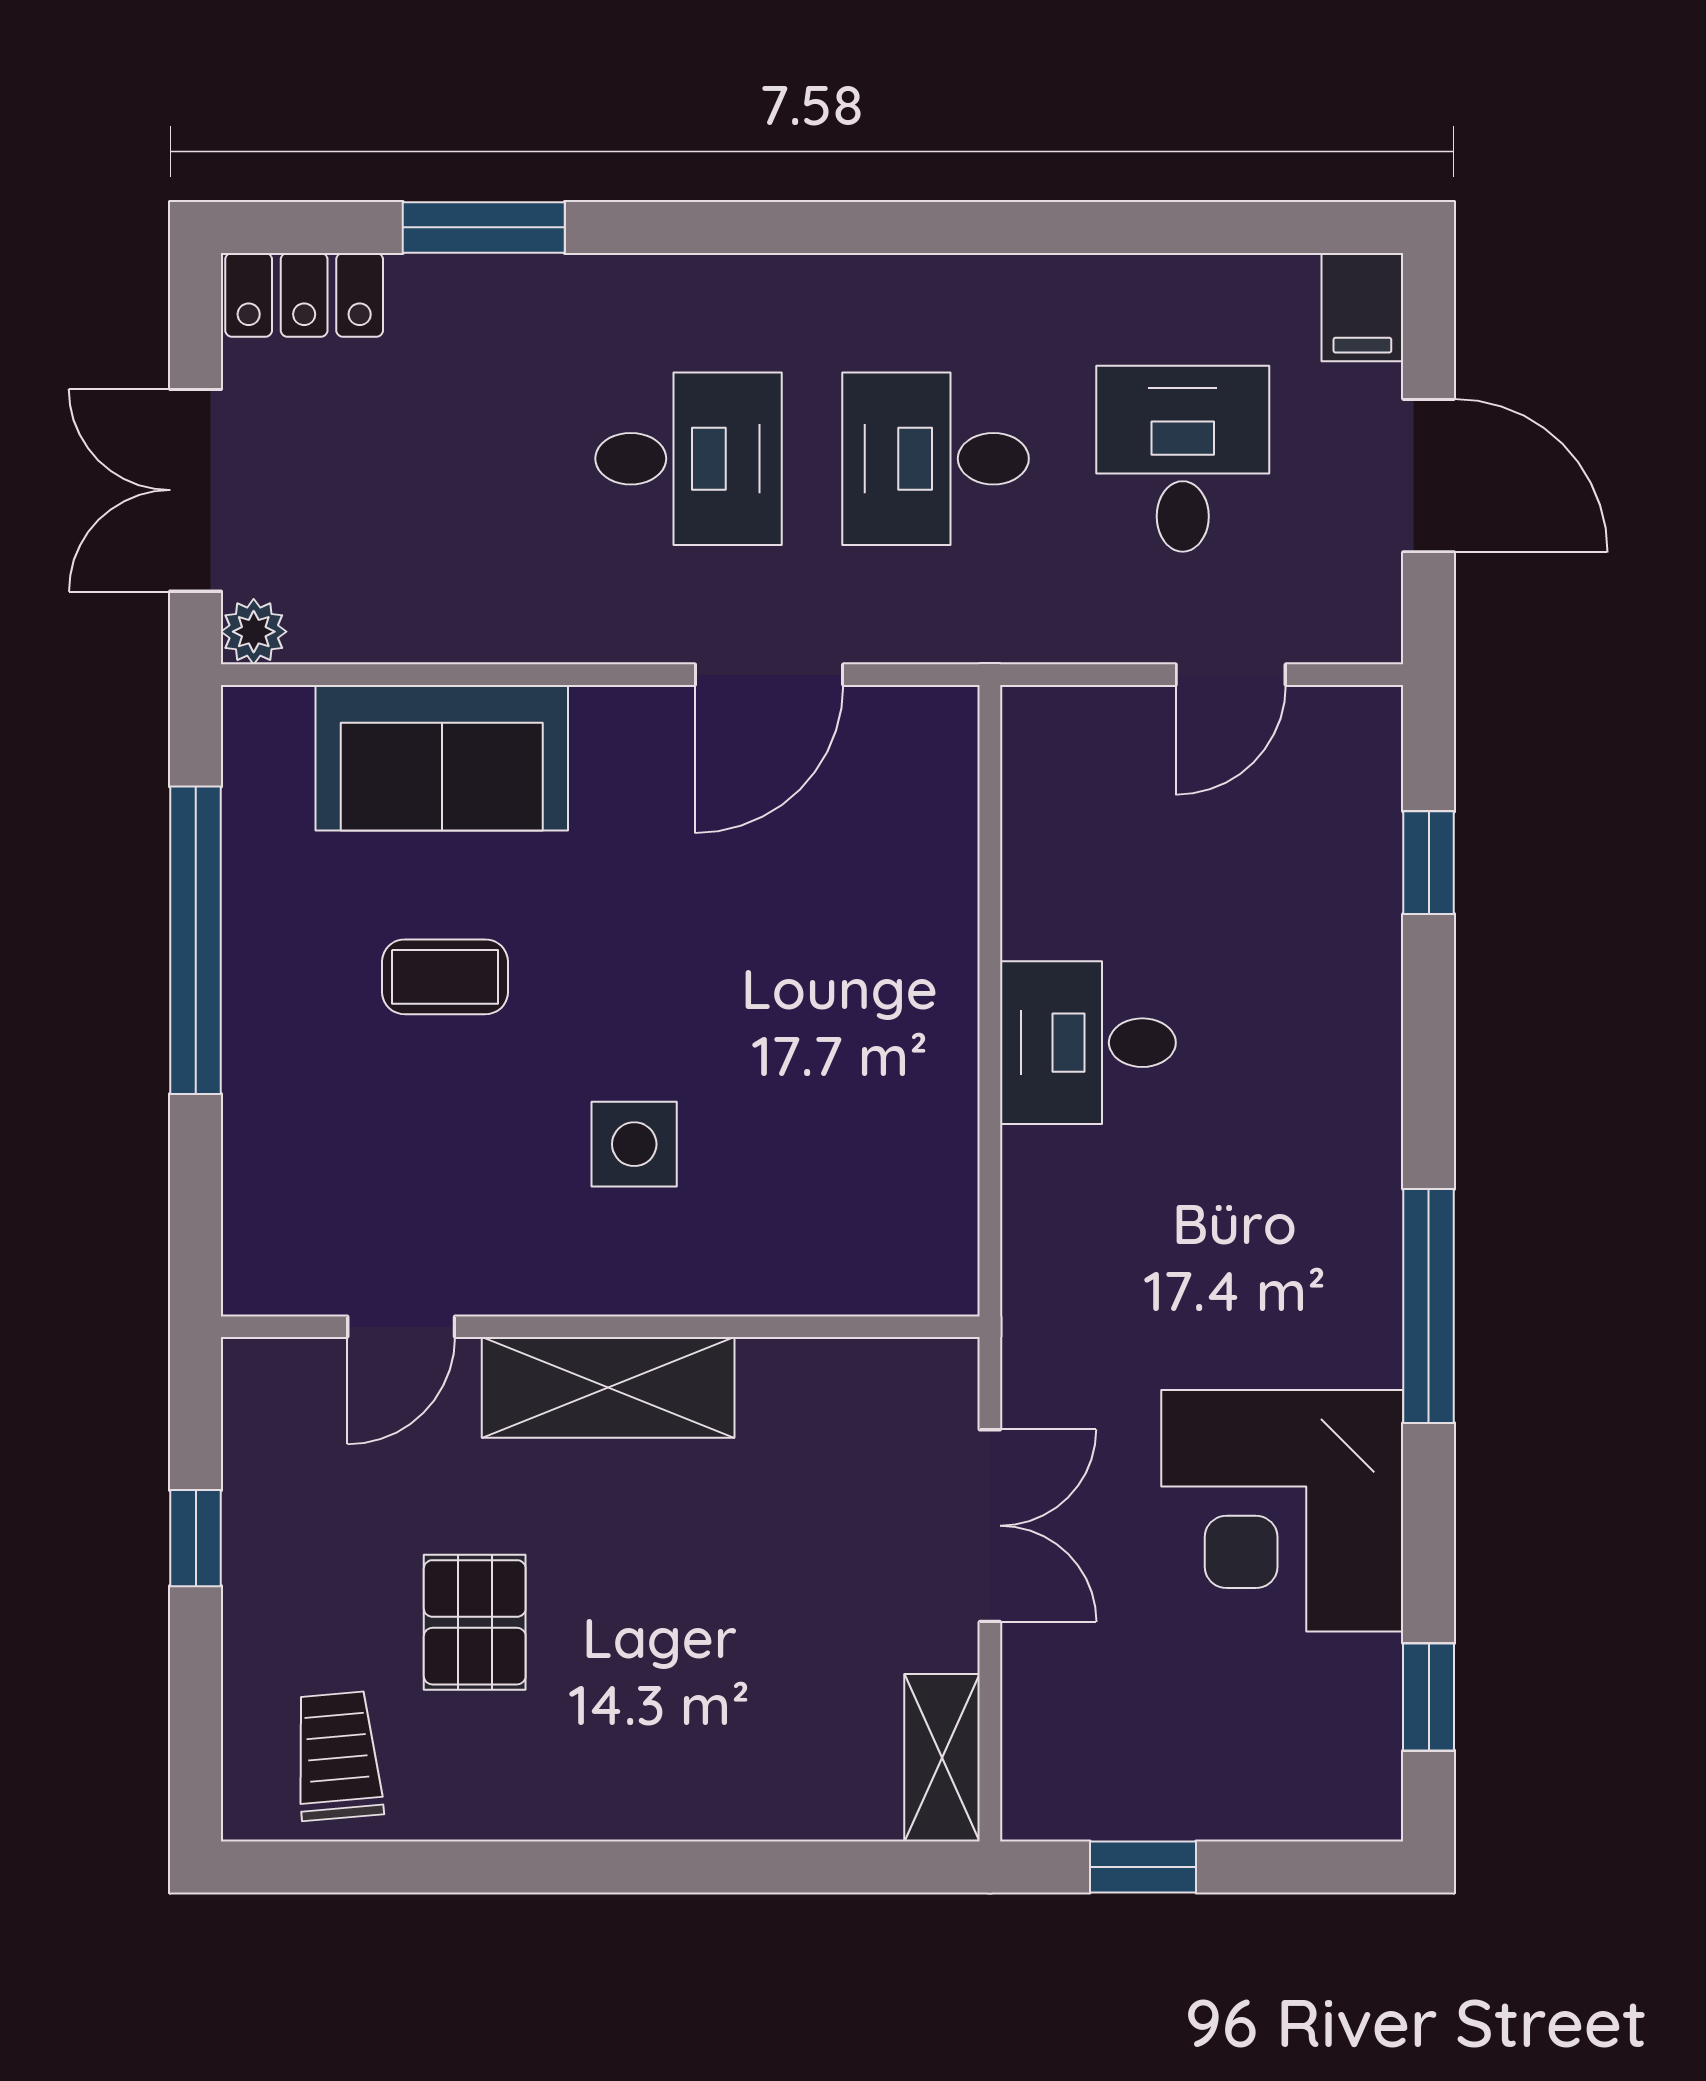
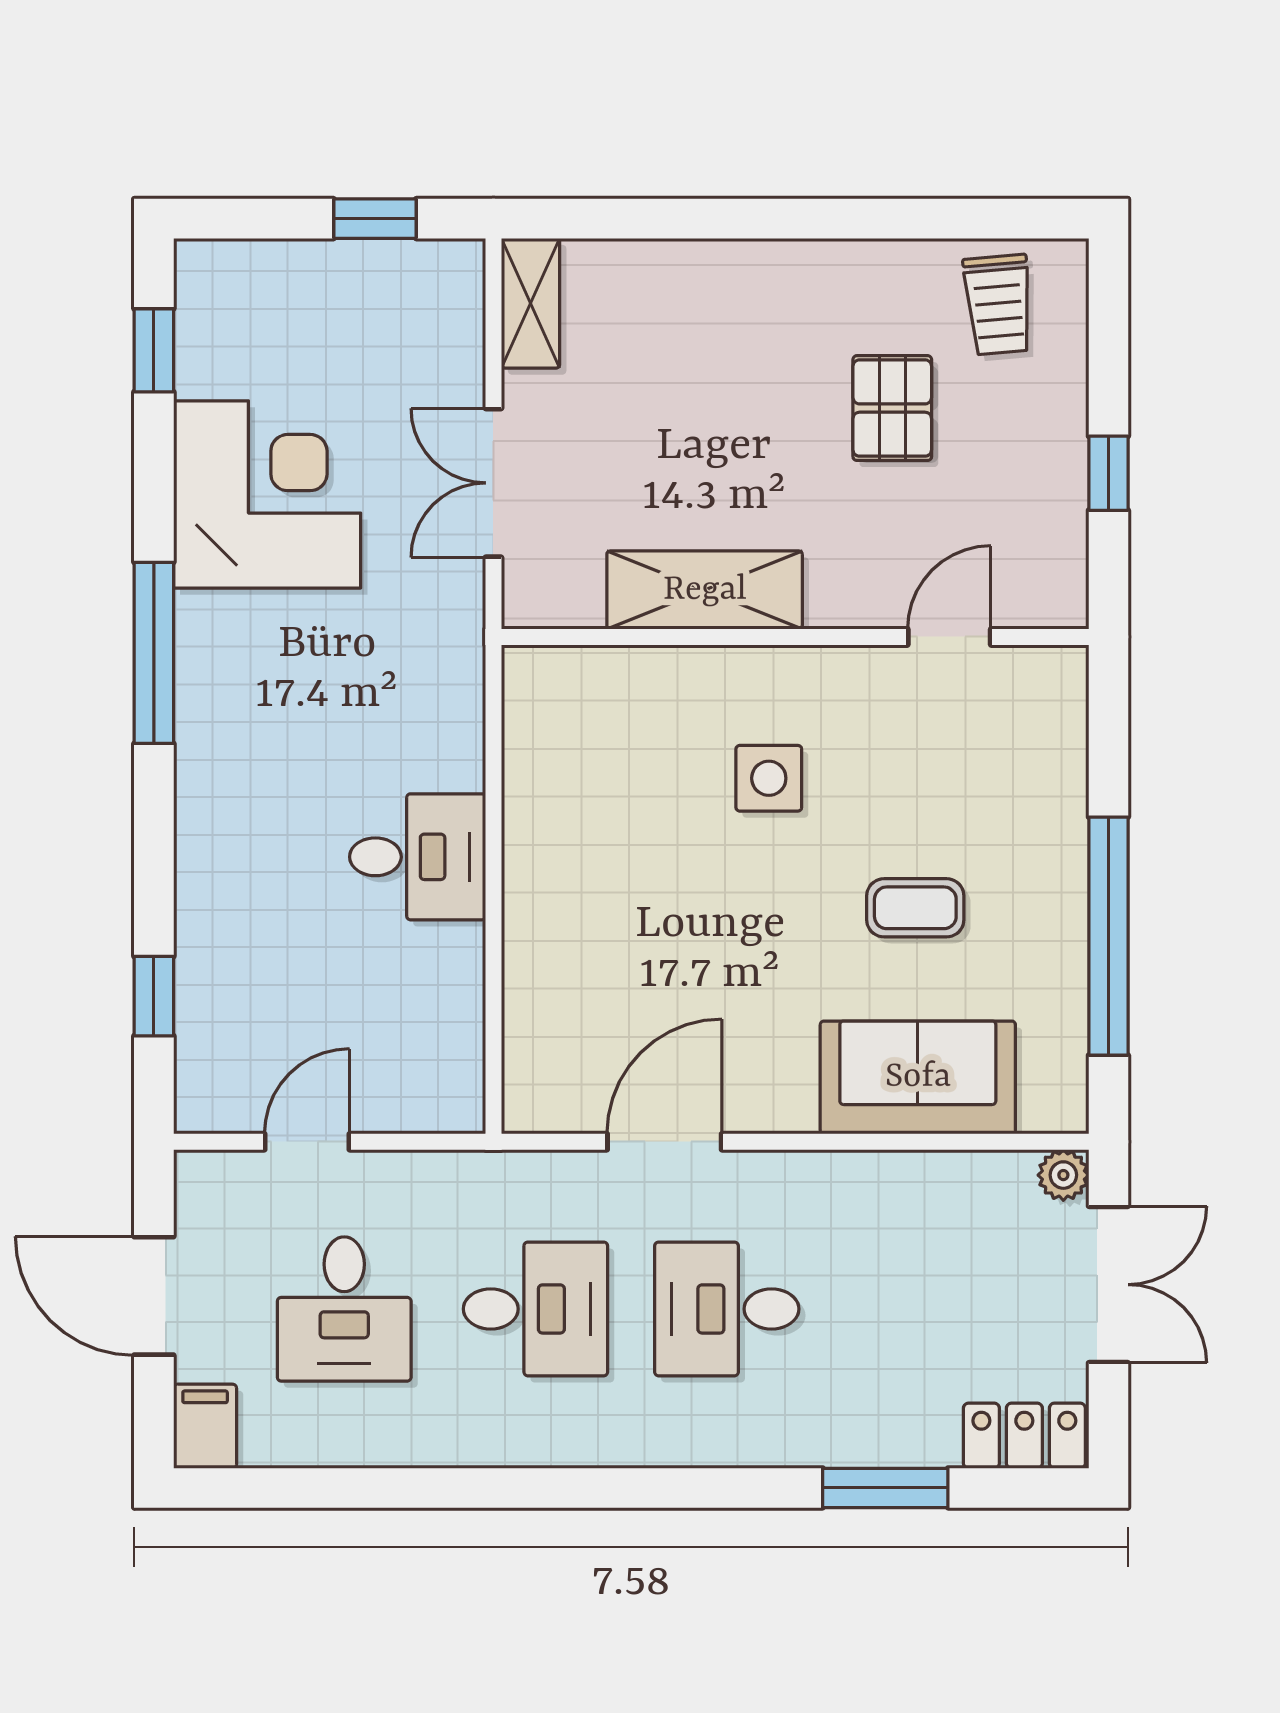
shelving: (608, 1387) -> (705, 590), moved

